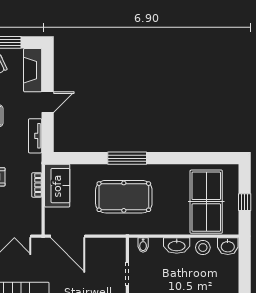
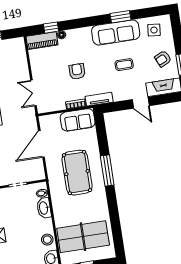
tv unit: (35, 136) -> (99, 99), moved
door: (68, 236) -> (41, 144), moved
washbasin: (177, 246) -> (44, 208), moved

